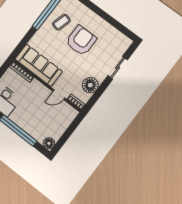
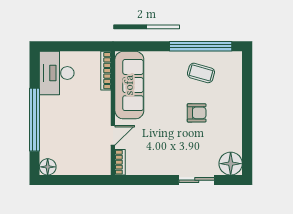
armchair: (81, 41) -> (197, 113), width x0.53, depth x0.53
floor lamp: (90, 85) -> (231, 164), moved
door: (59, 95) -> (113, 135), swing flipped

